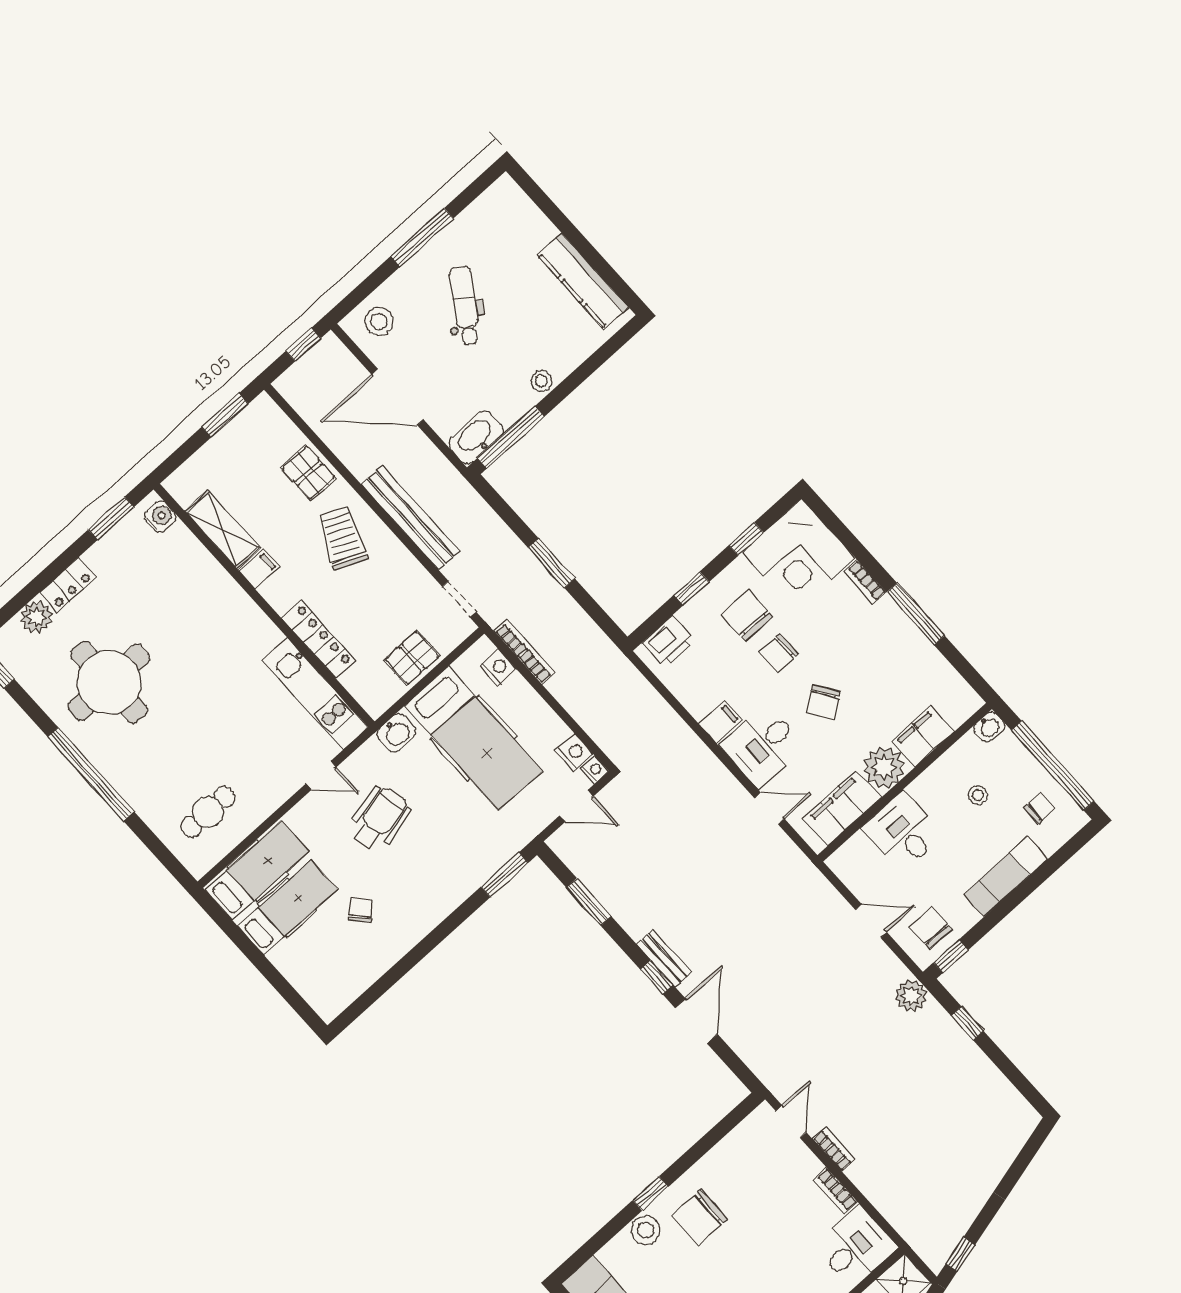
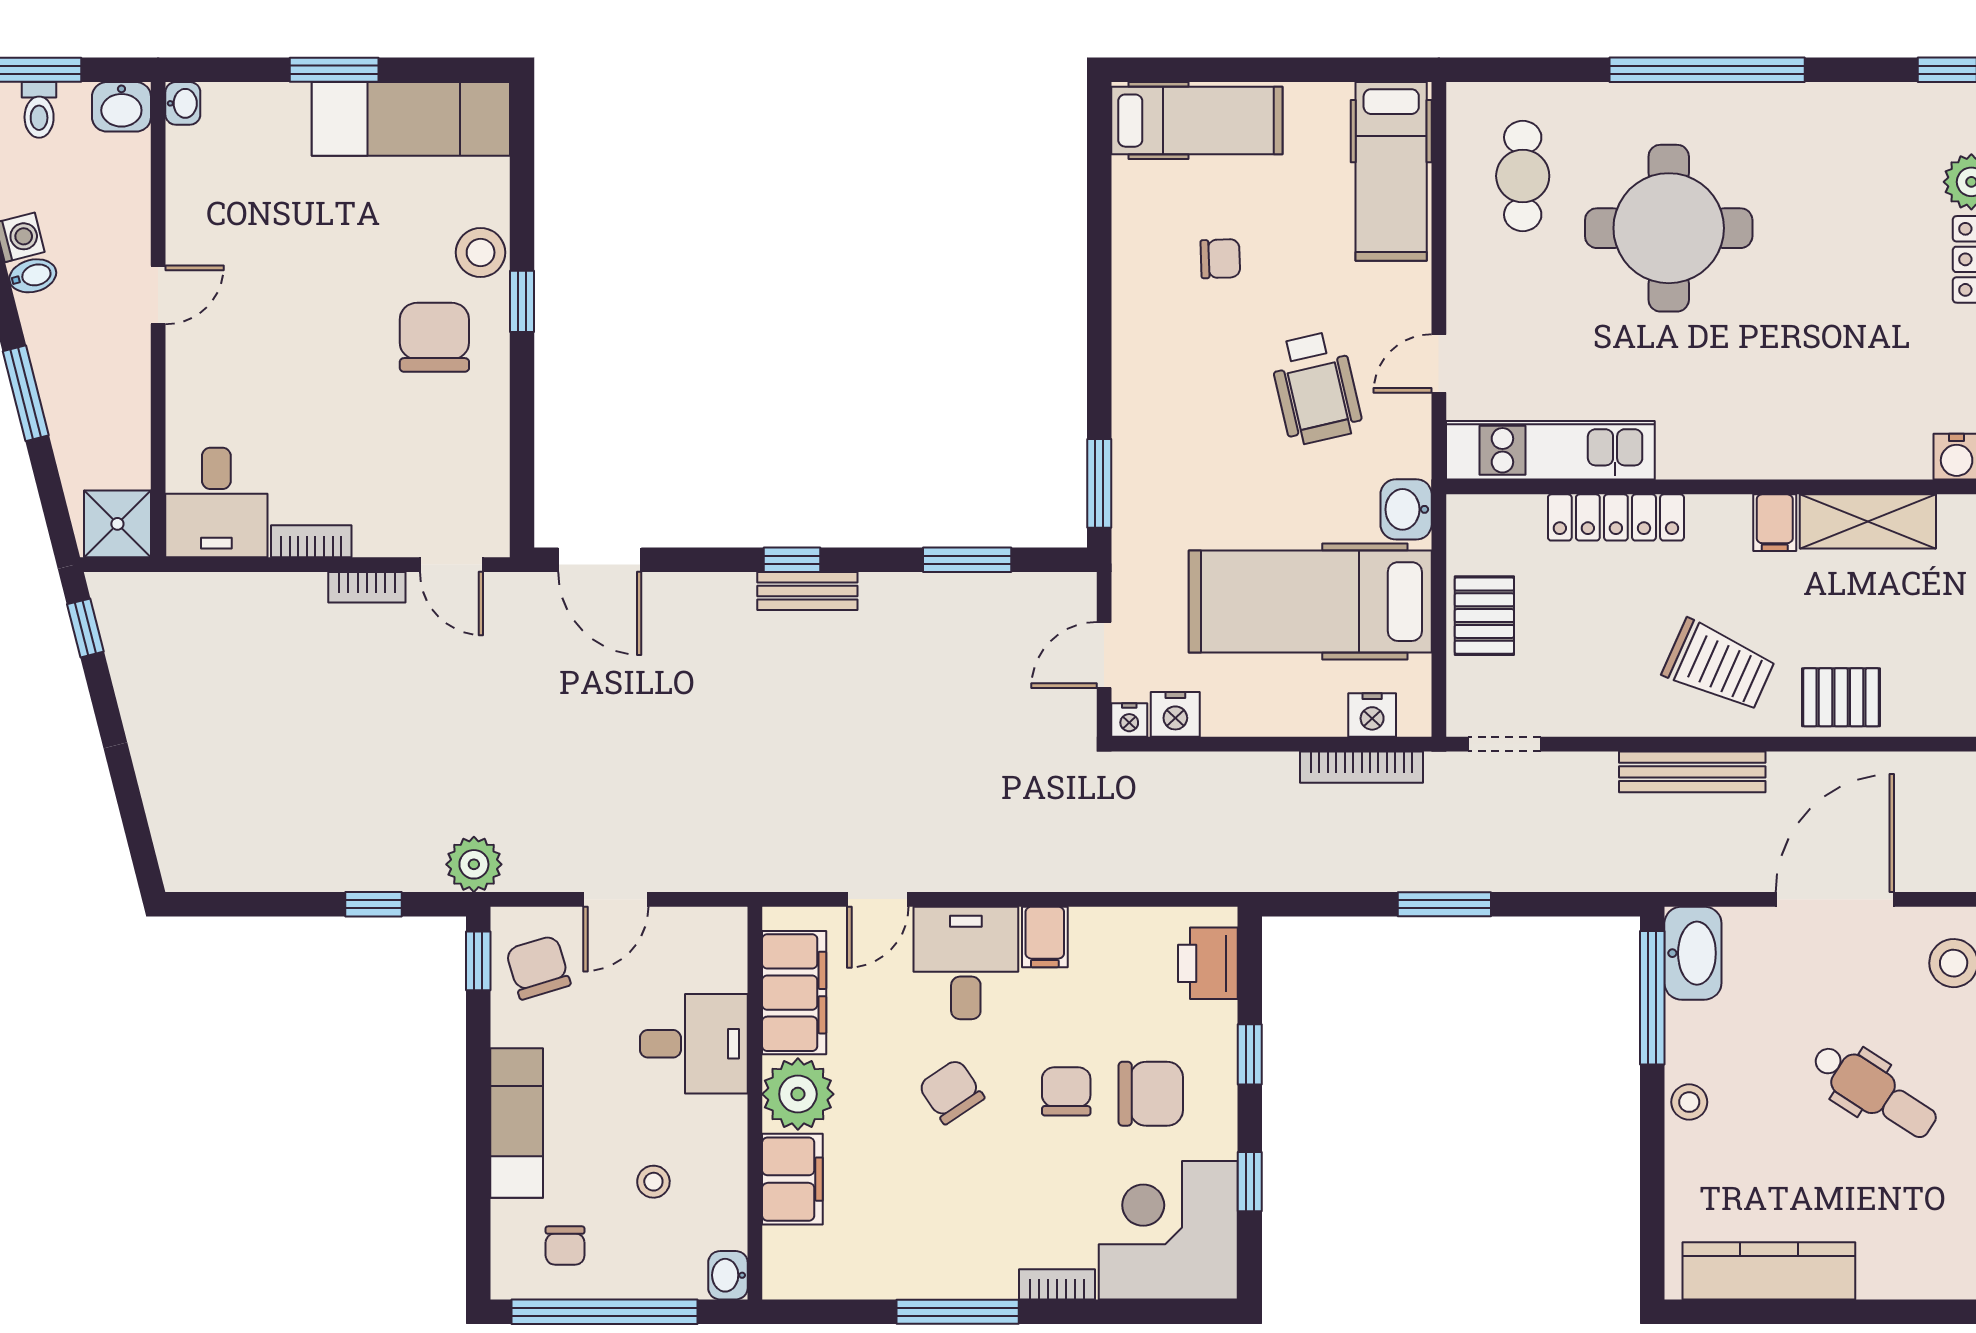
bench: (411, 518) -> (1692, 772), width x0.73, depth x0.82
round table: (109, 682) -> (1669, 228), moved
hospital bed: (288, 908) -> (1197, 121), moved, turned -90
chair: (361, 910) -> (1220, 259), turned -50
chair: (931, 928) -> (538, 967), turned -107
door: (696, 1021) -> (600, 560), moved

